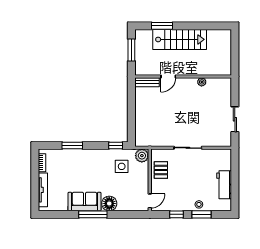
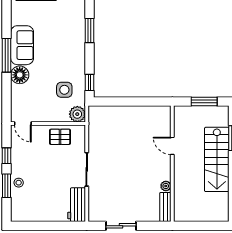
bench: (147, 82) -> (165, 207), moved
workbench: (224, 185) -> (77, 205), moved, turned -90

